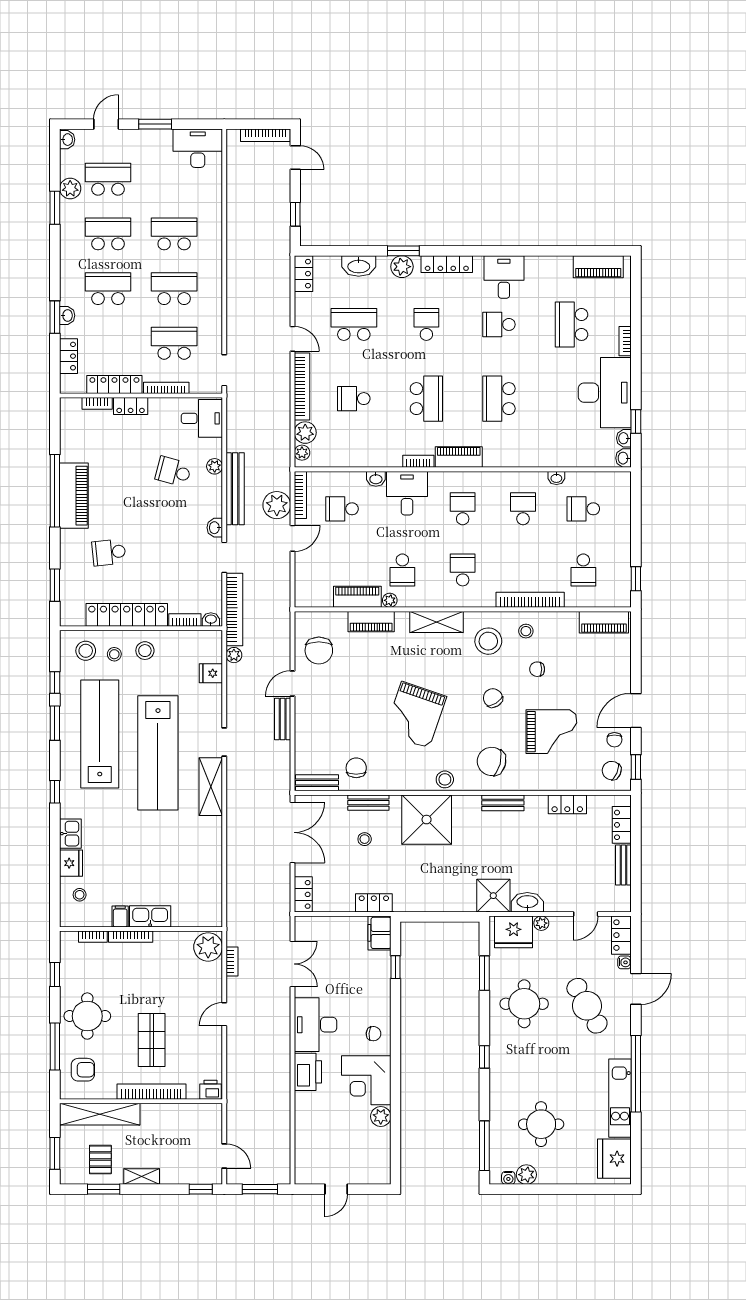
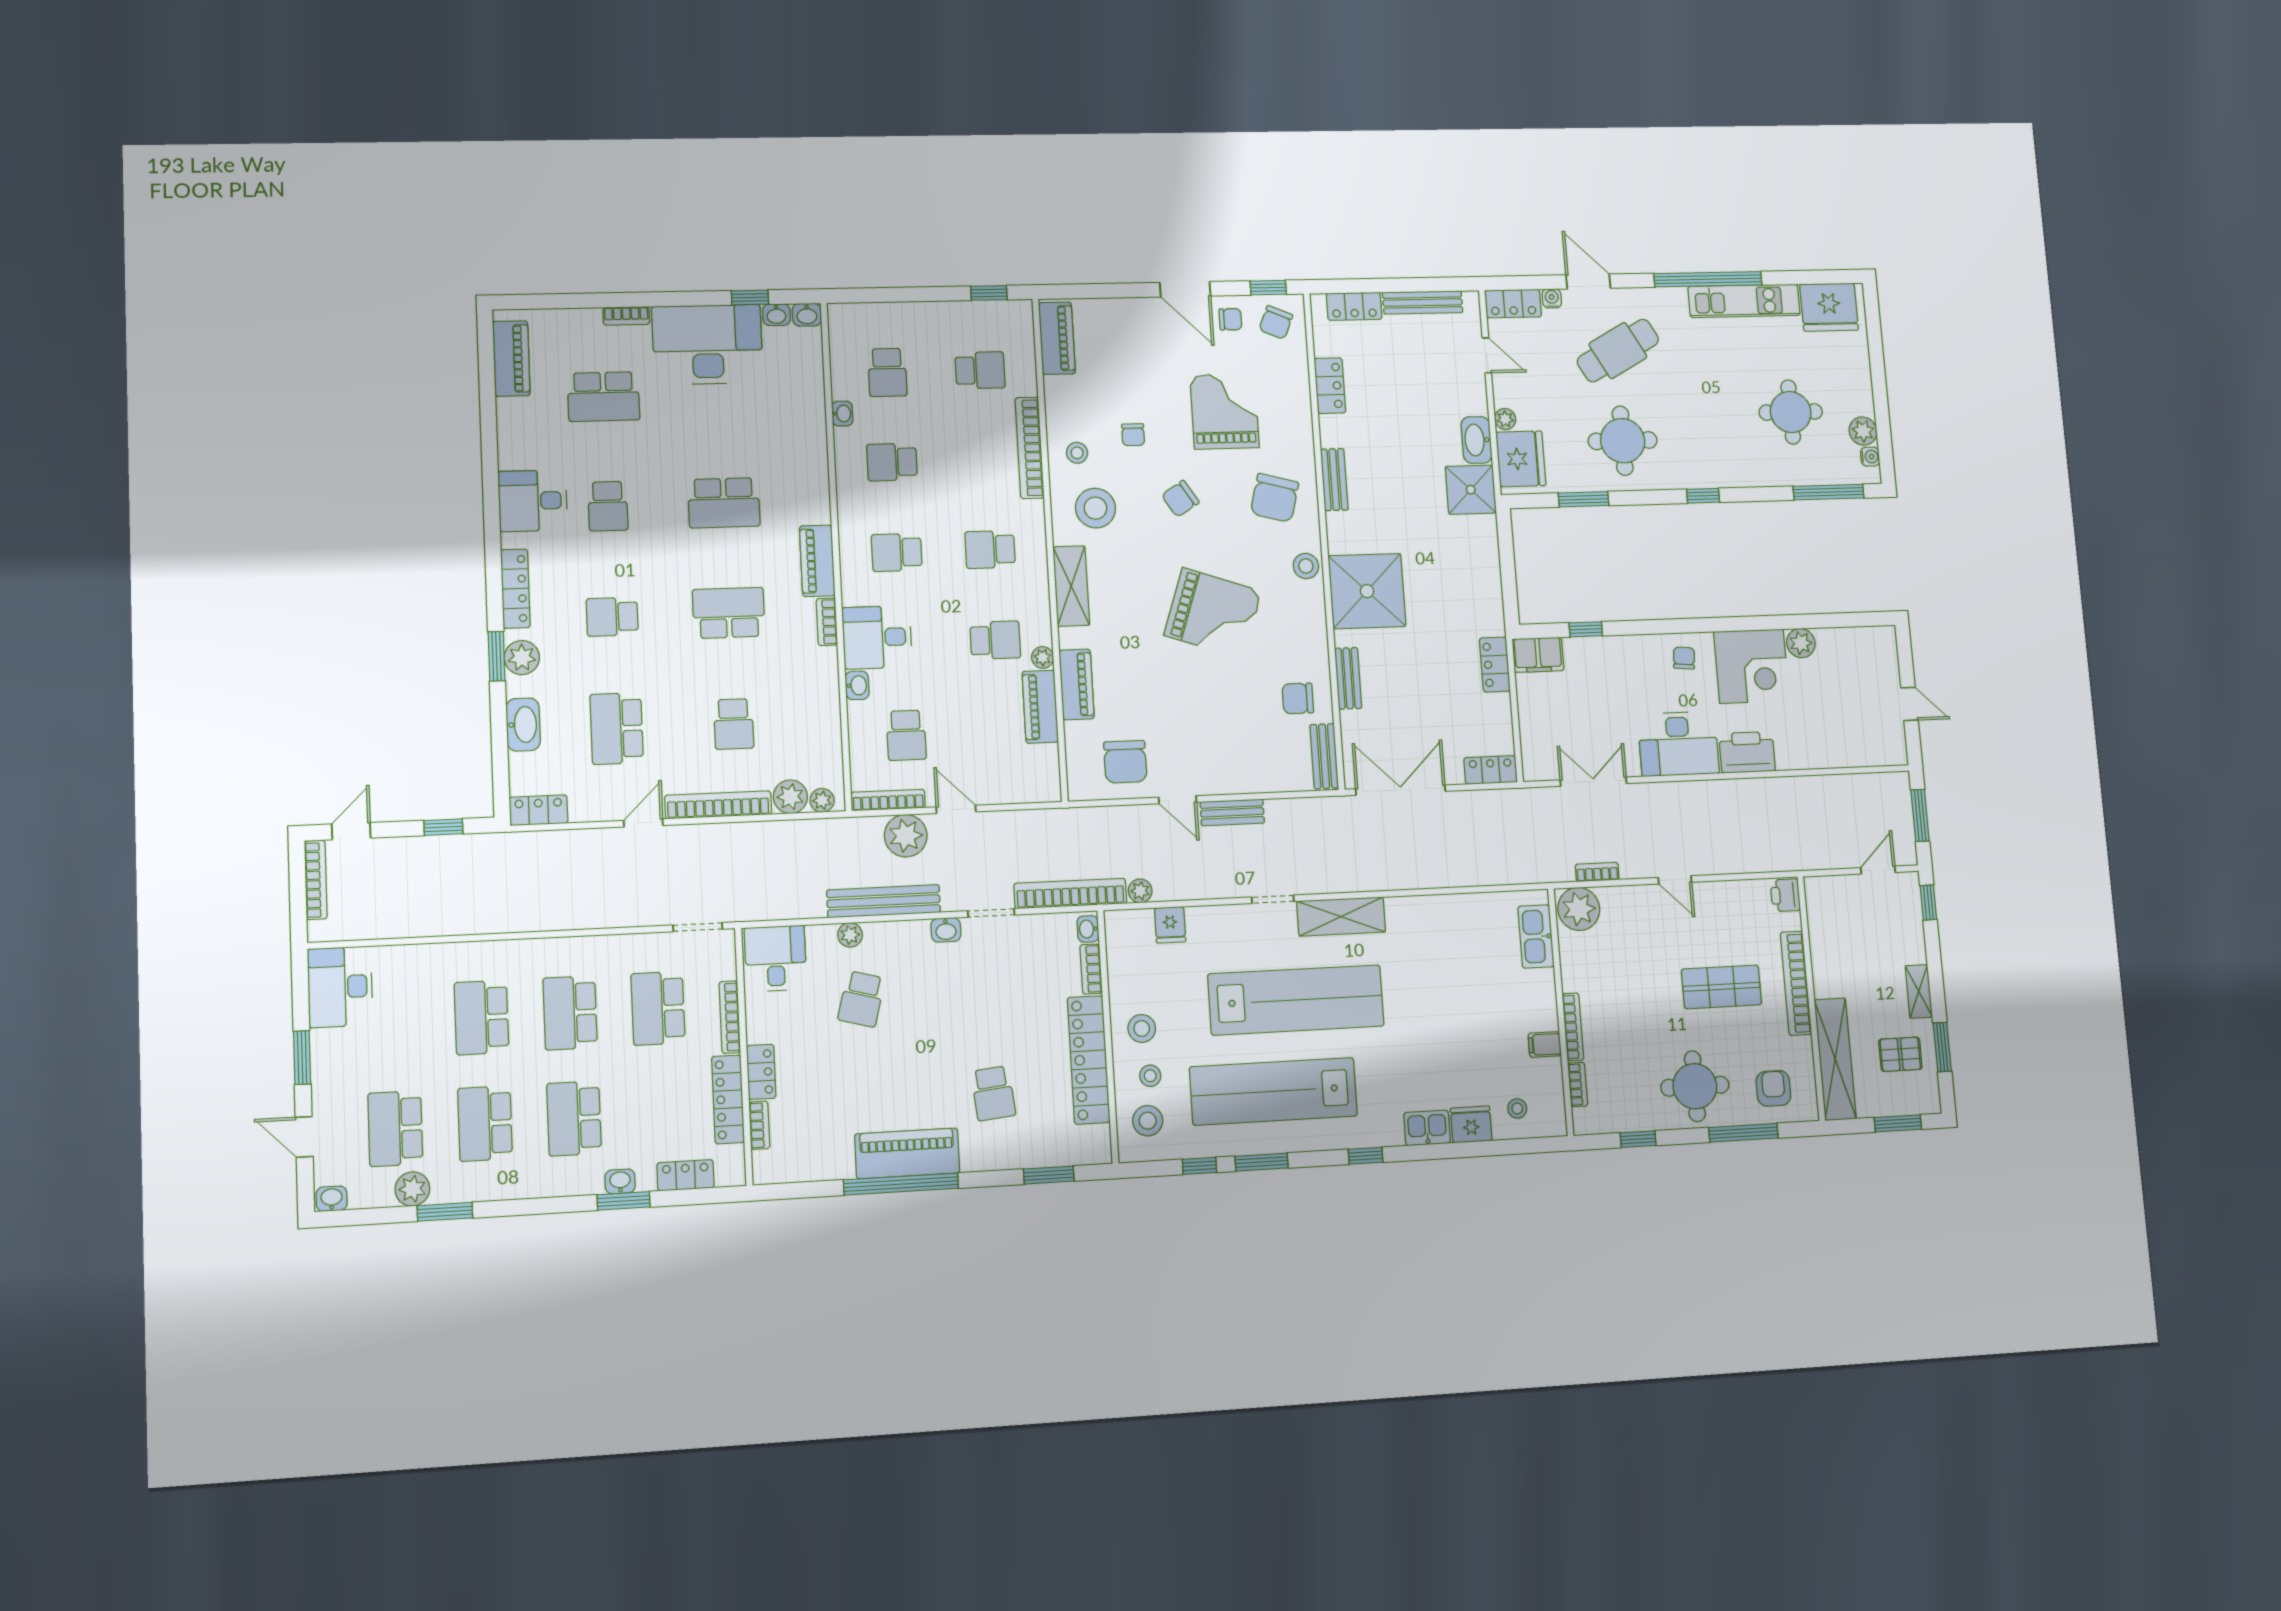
chair: (319, 651) -> (1125, 762), turned 90
stool: (365, 839) -> (1402, 682), removed
bench: (623, 865) -> (1423, 302), width x1.36
kitchen sink: (150, 916) -> (1536, 936), moved

